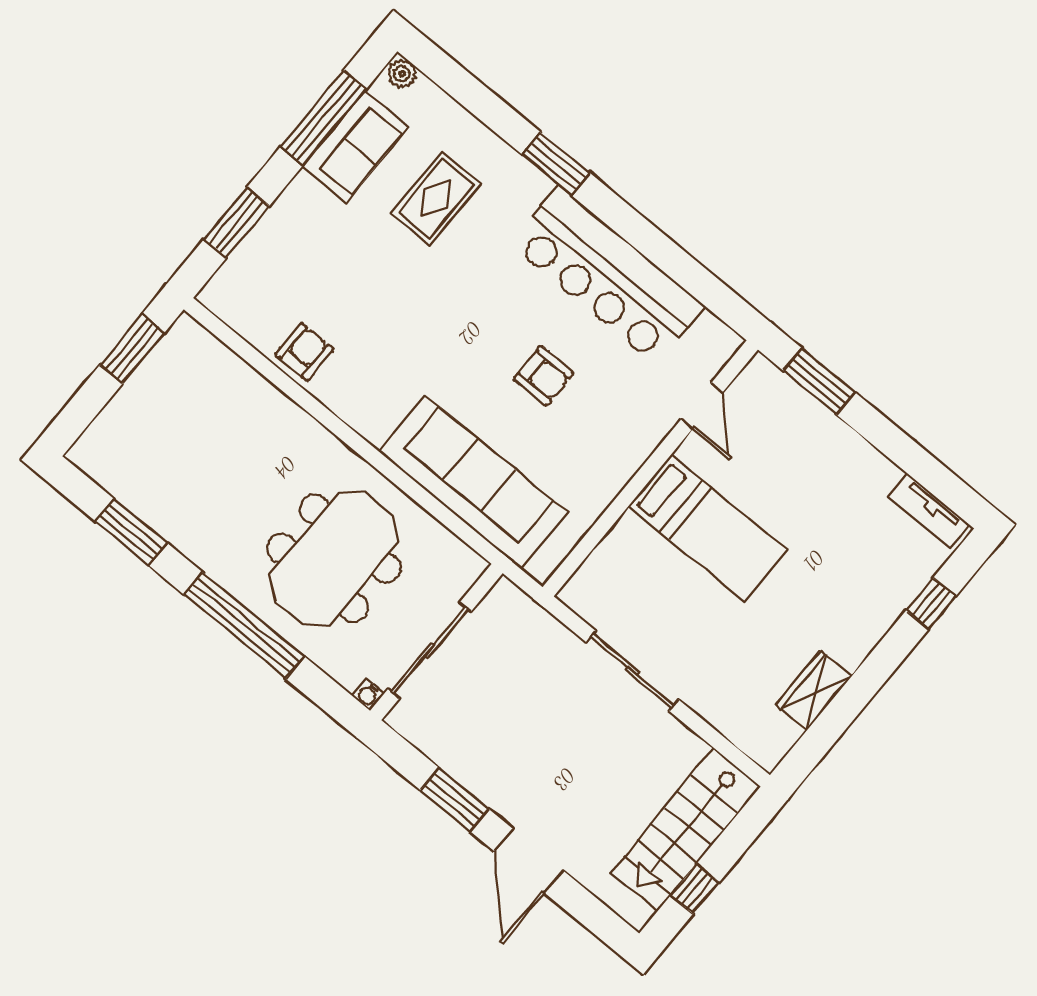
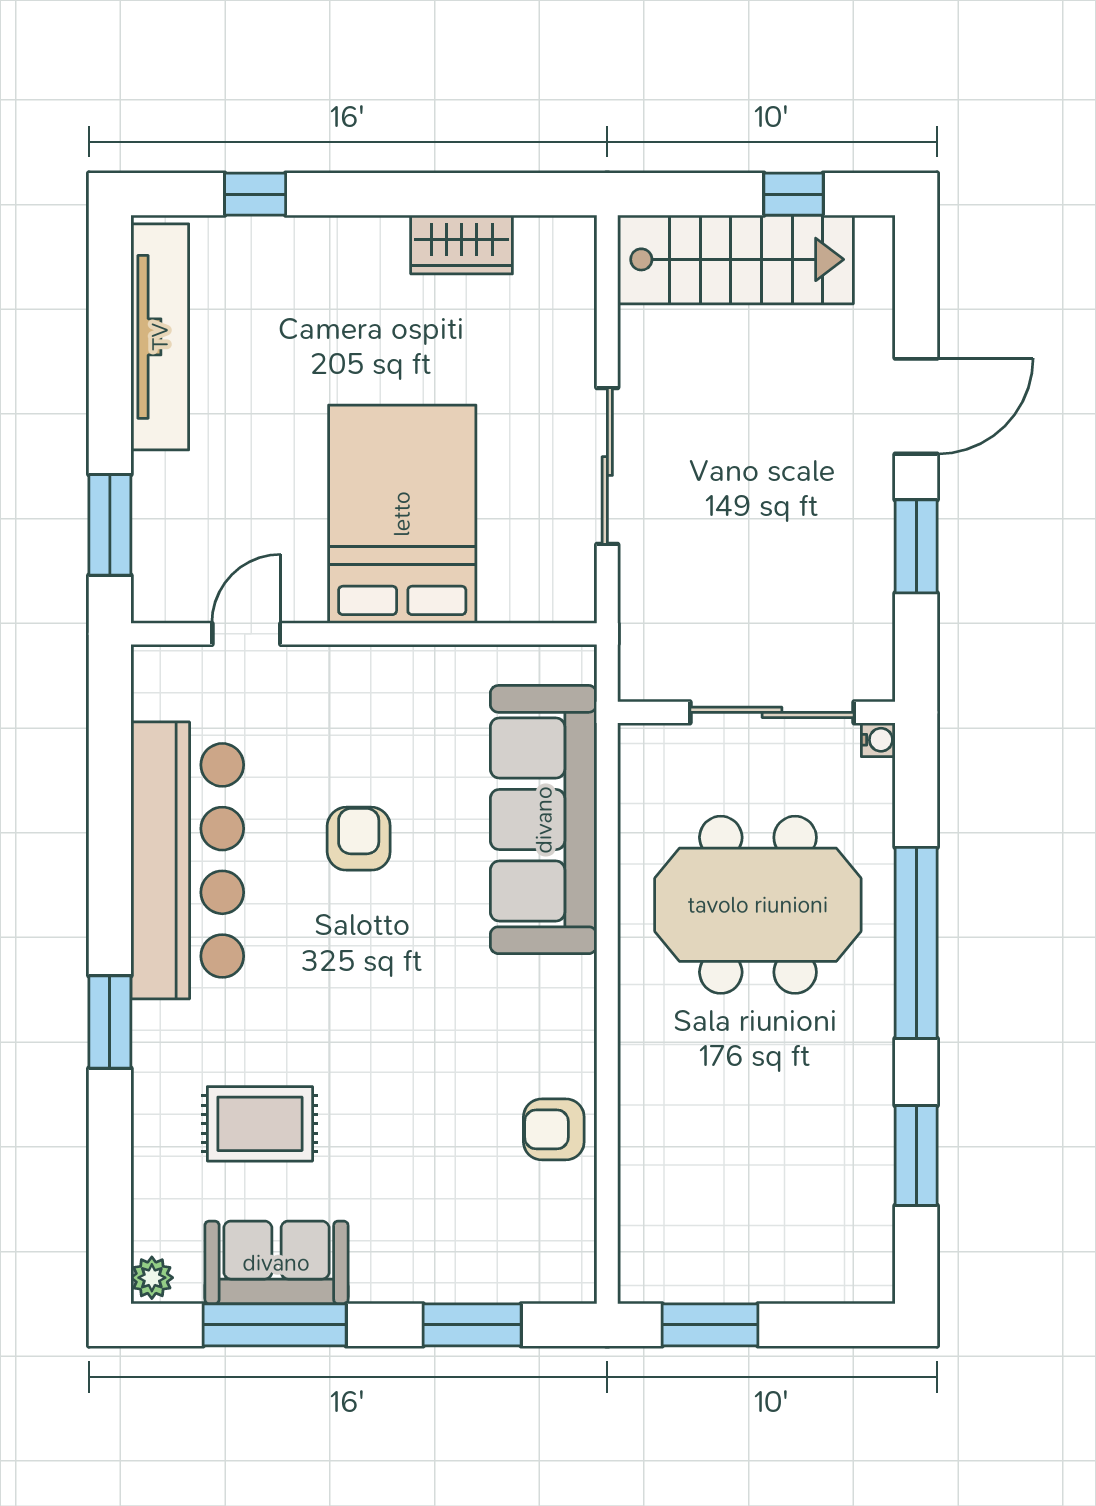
tv unit: (928, 511) -> (160, 337), width x1.92, depth x1.29
bed: (708, 528) -> (402, 514), width x1.50

